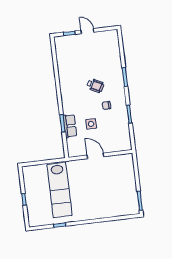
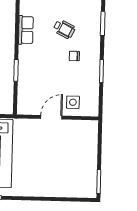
side table: (91, 124) -> (73, 102), moved
row of seats: (70, 126) -> (26, 30), moved
door: (95, 156) -> (51, 117), hinge flipped

